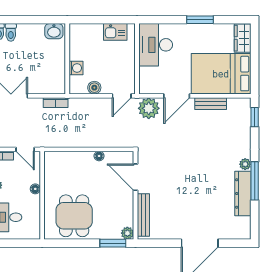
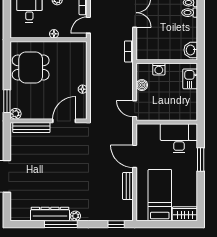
window: (200, 20) -> (201, 160), moved
kitchen sink: (115, 32) -> (190, 79), moved
bed: (221, 74) -> (160, 195), width x0.67
plant: (149, 108) -> (124, 132), removed

